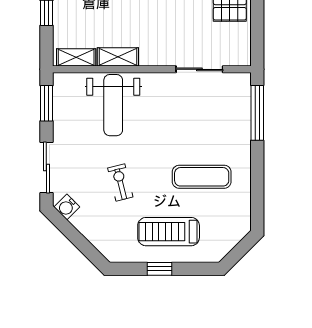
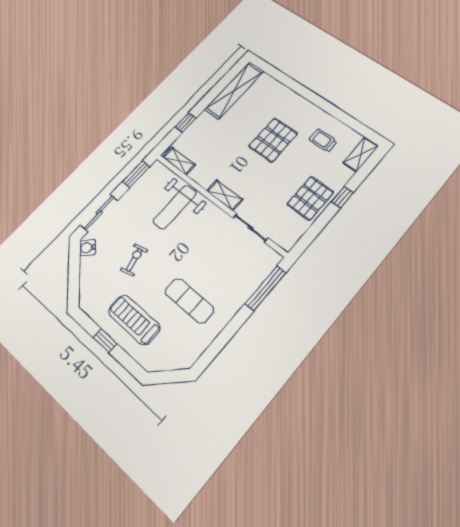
shelving: (118, 57) -> (225, 195), moved

